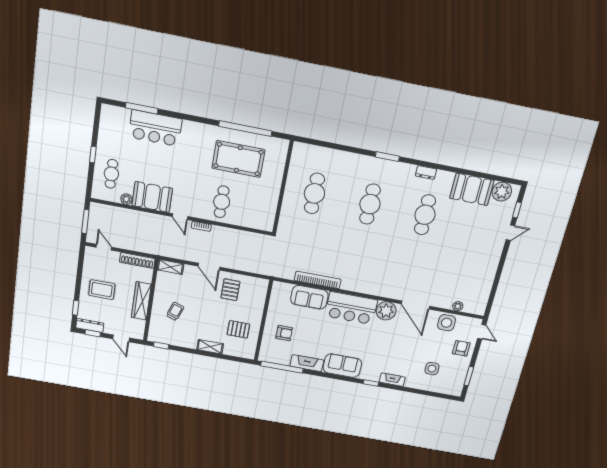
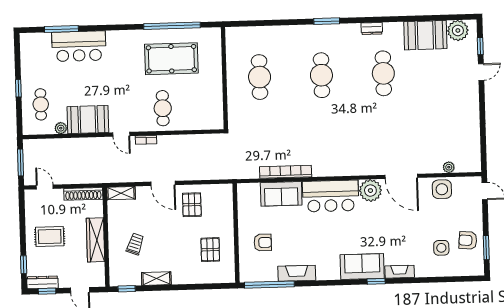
pallet: (238, 329) -> (210, 250), turned 90
shelving: (210, 347) -> (156, 279), moved
armchair: (461, 348) -> (468, 240), moved, turned -85
sofa: (342, 366) -> (362, 266), moved

